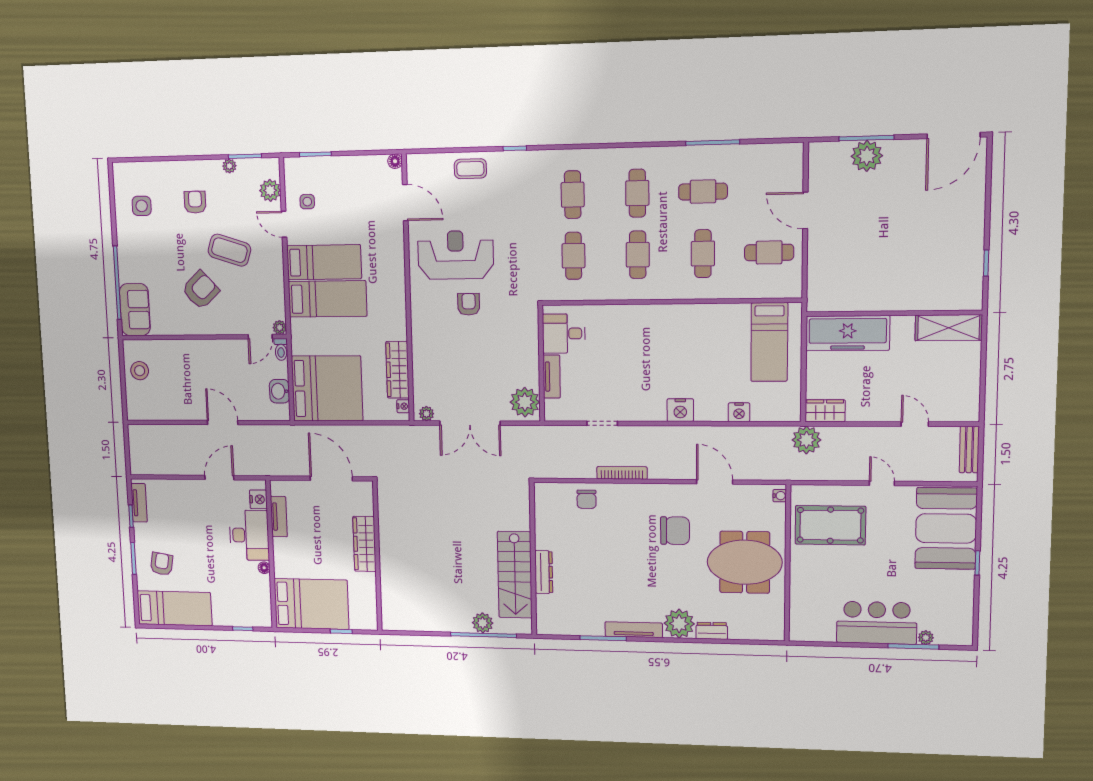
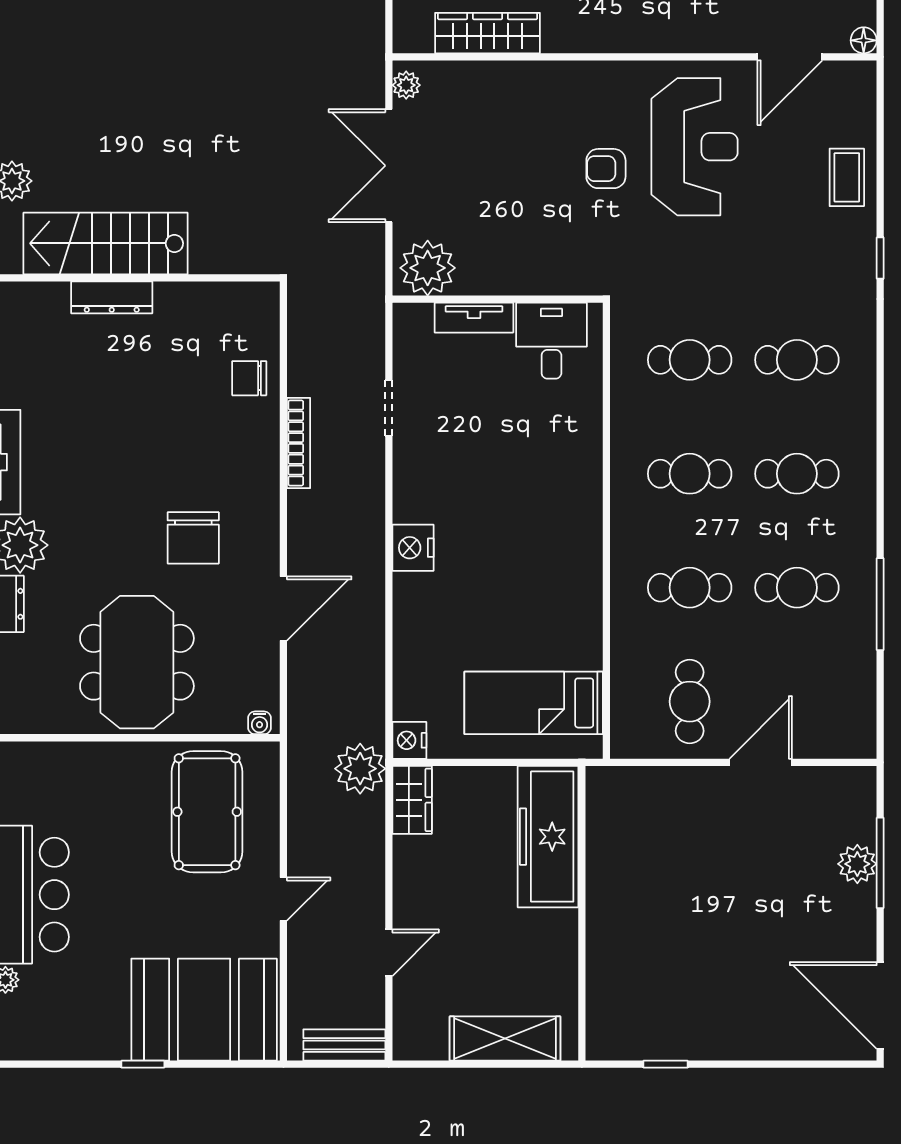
plant: (867, 156) -> (857, 864), width x0.73, depth x0.73
cafe table: (703, 192) -> (797, 588), turned 90
armchair: (469, 304) -> (606, 169), turned 180
shelving: (949, 328) -> (505, 1039), moved, turned 90
nightstand: (403, 406) -> (420, 42), removed
nightstand: (739, 412) -> (409, 740), moved

